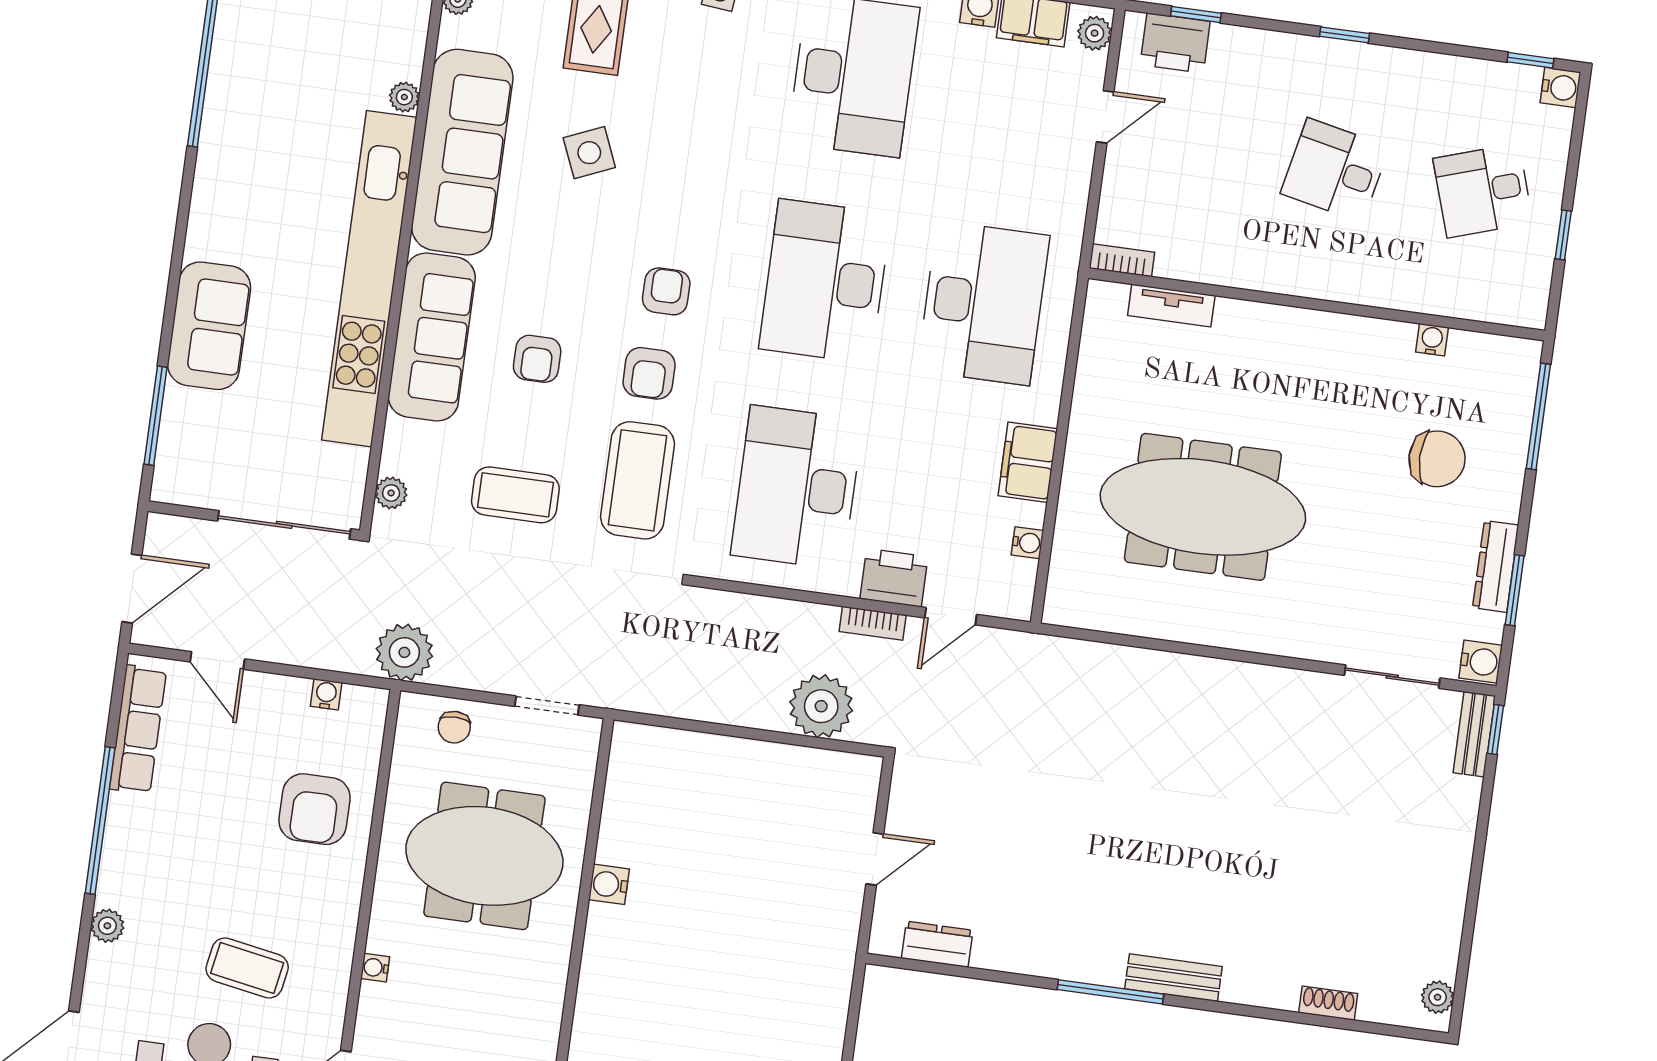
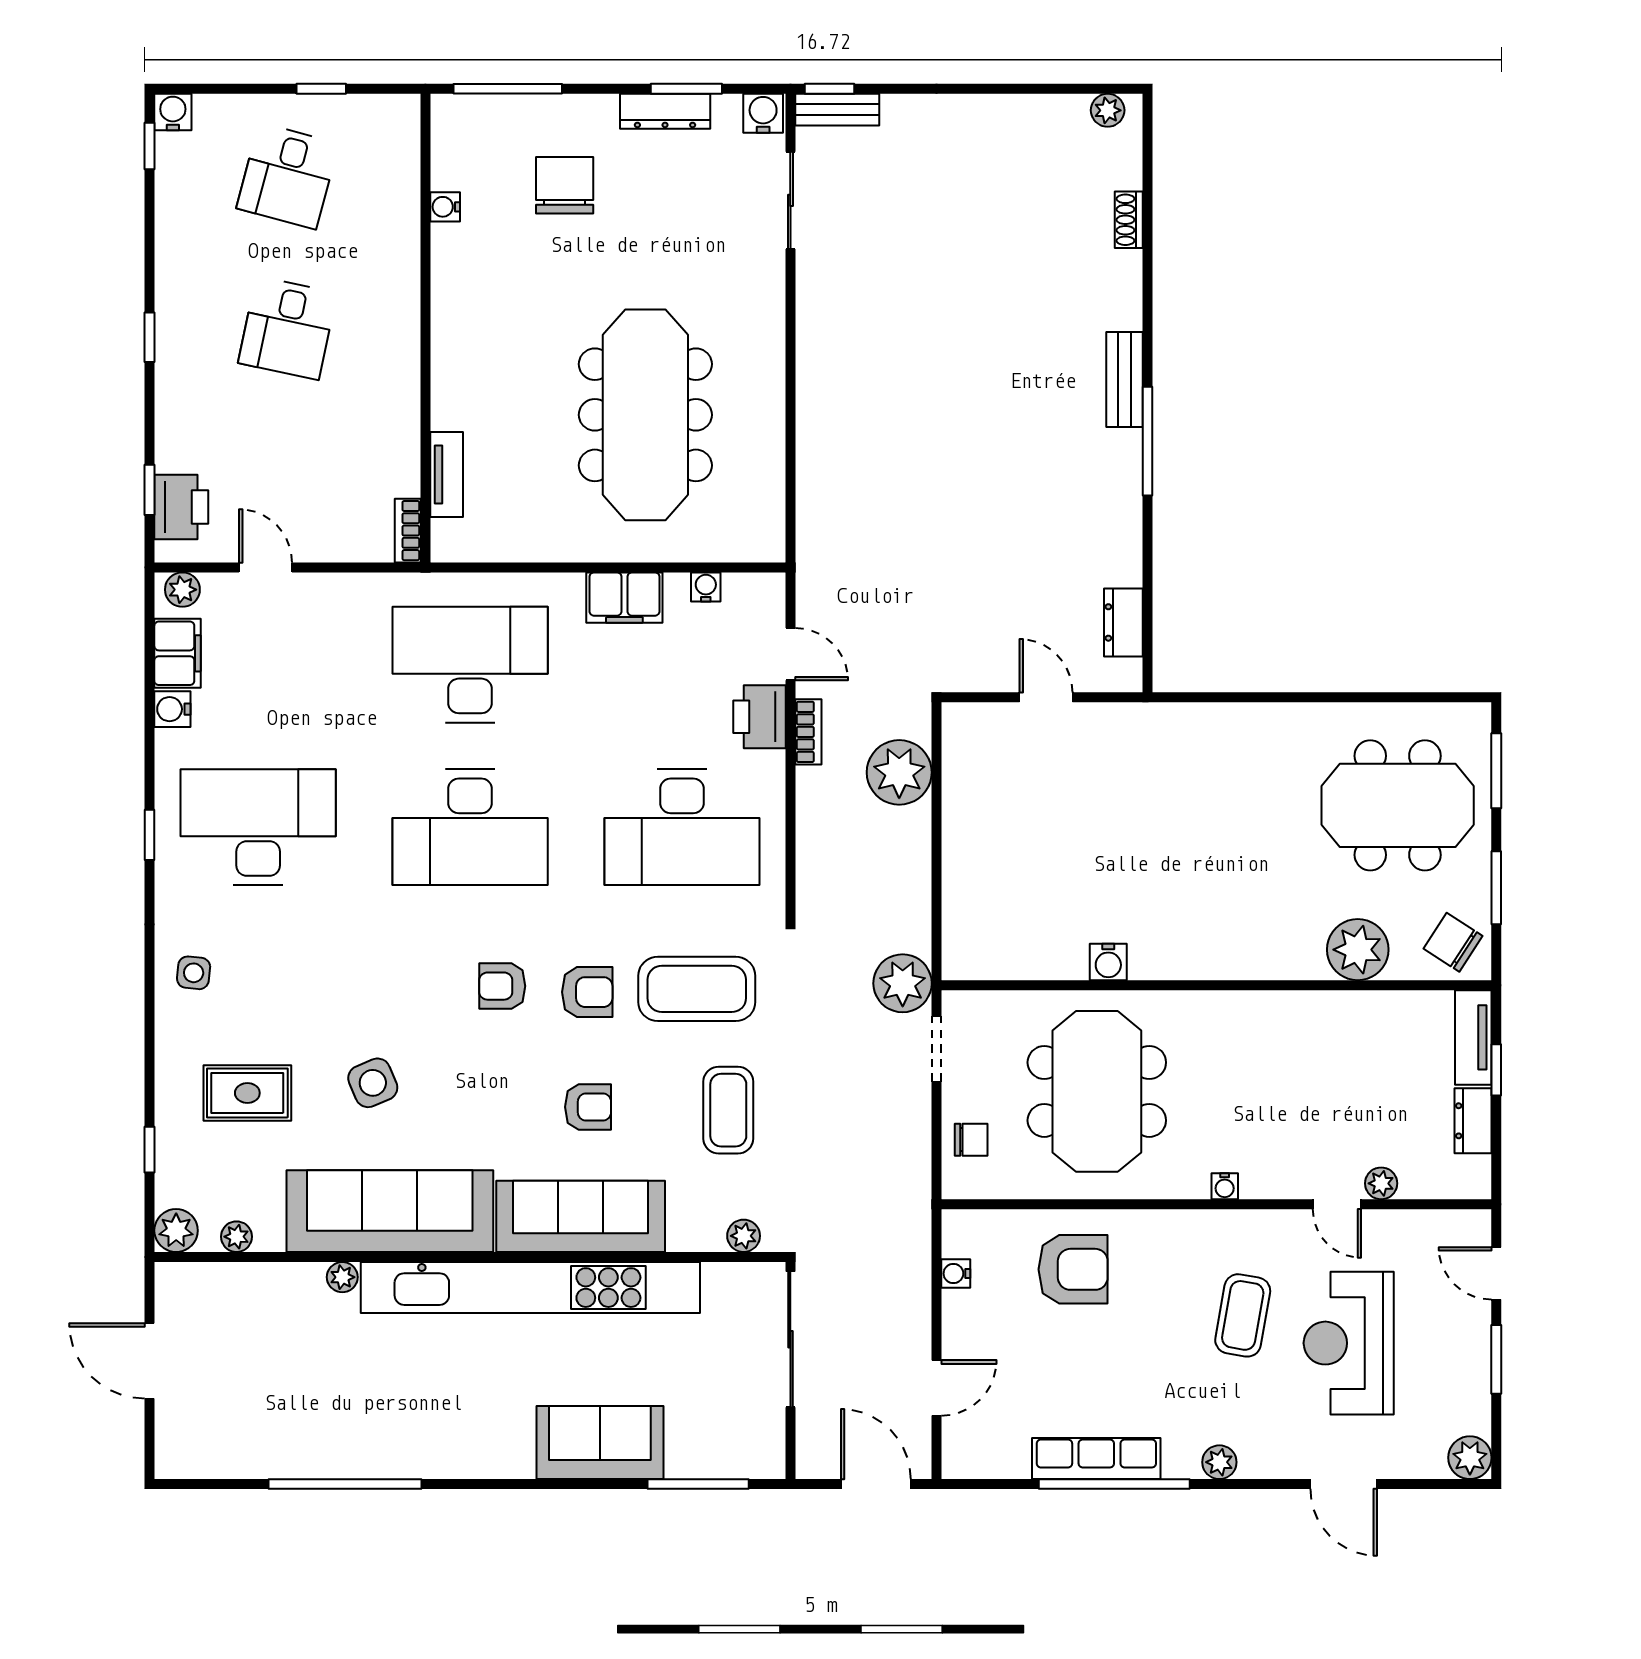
desk: (1483, 191) -> (288, 176), turned 33
plant: (404, 652) -> (903, 983), moved
row of seats: (138, 729) -> (1096, 1459), moved

